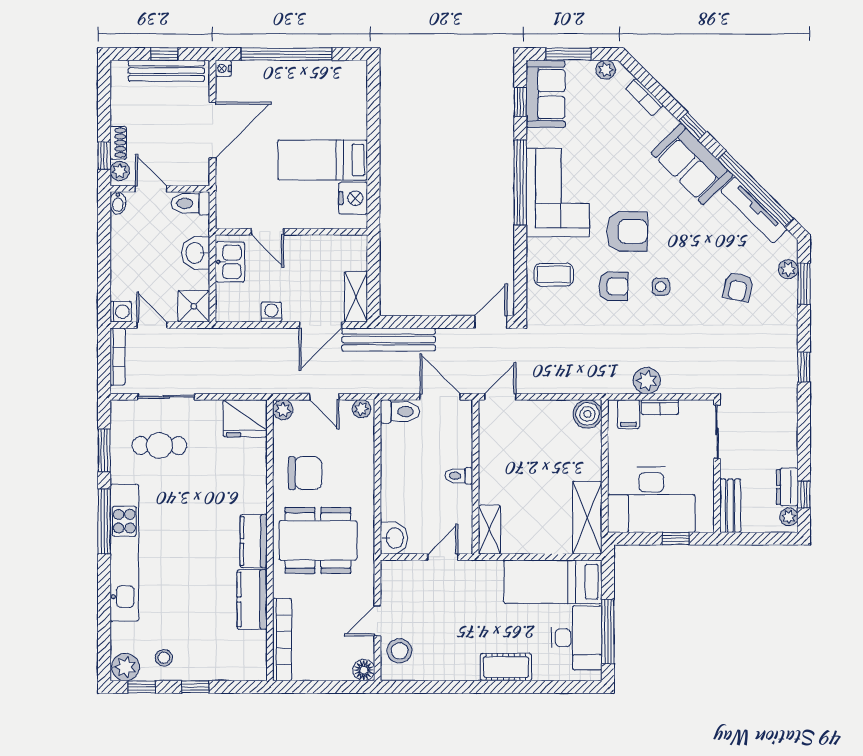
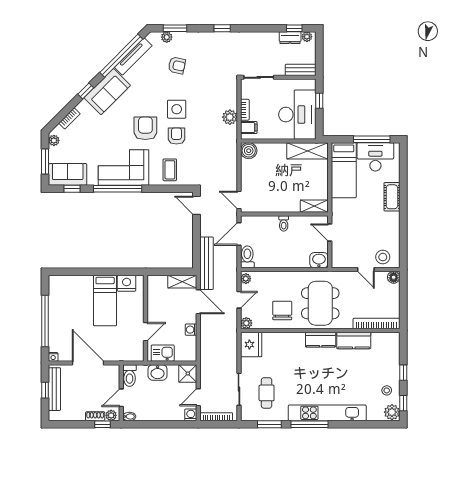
side table: (661, 287) -> (177, 109), width x1.87, depth x1.87

